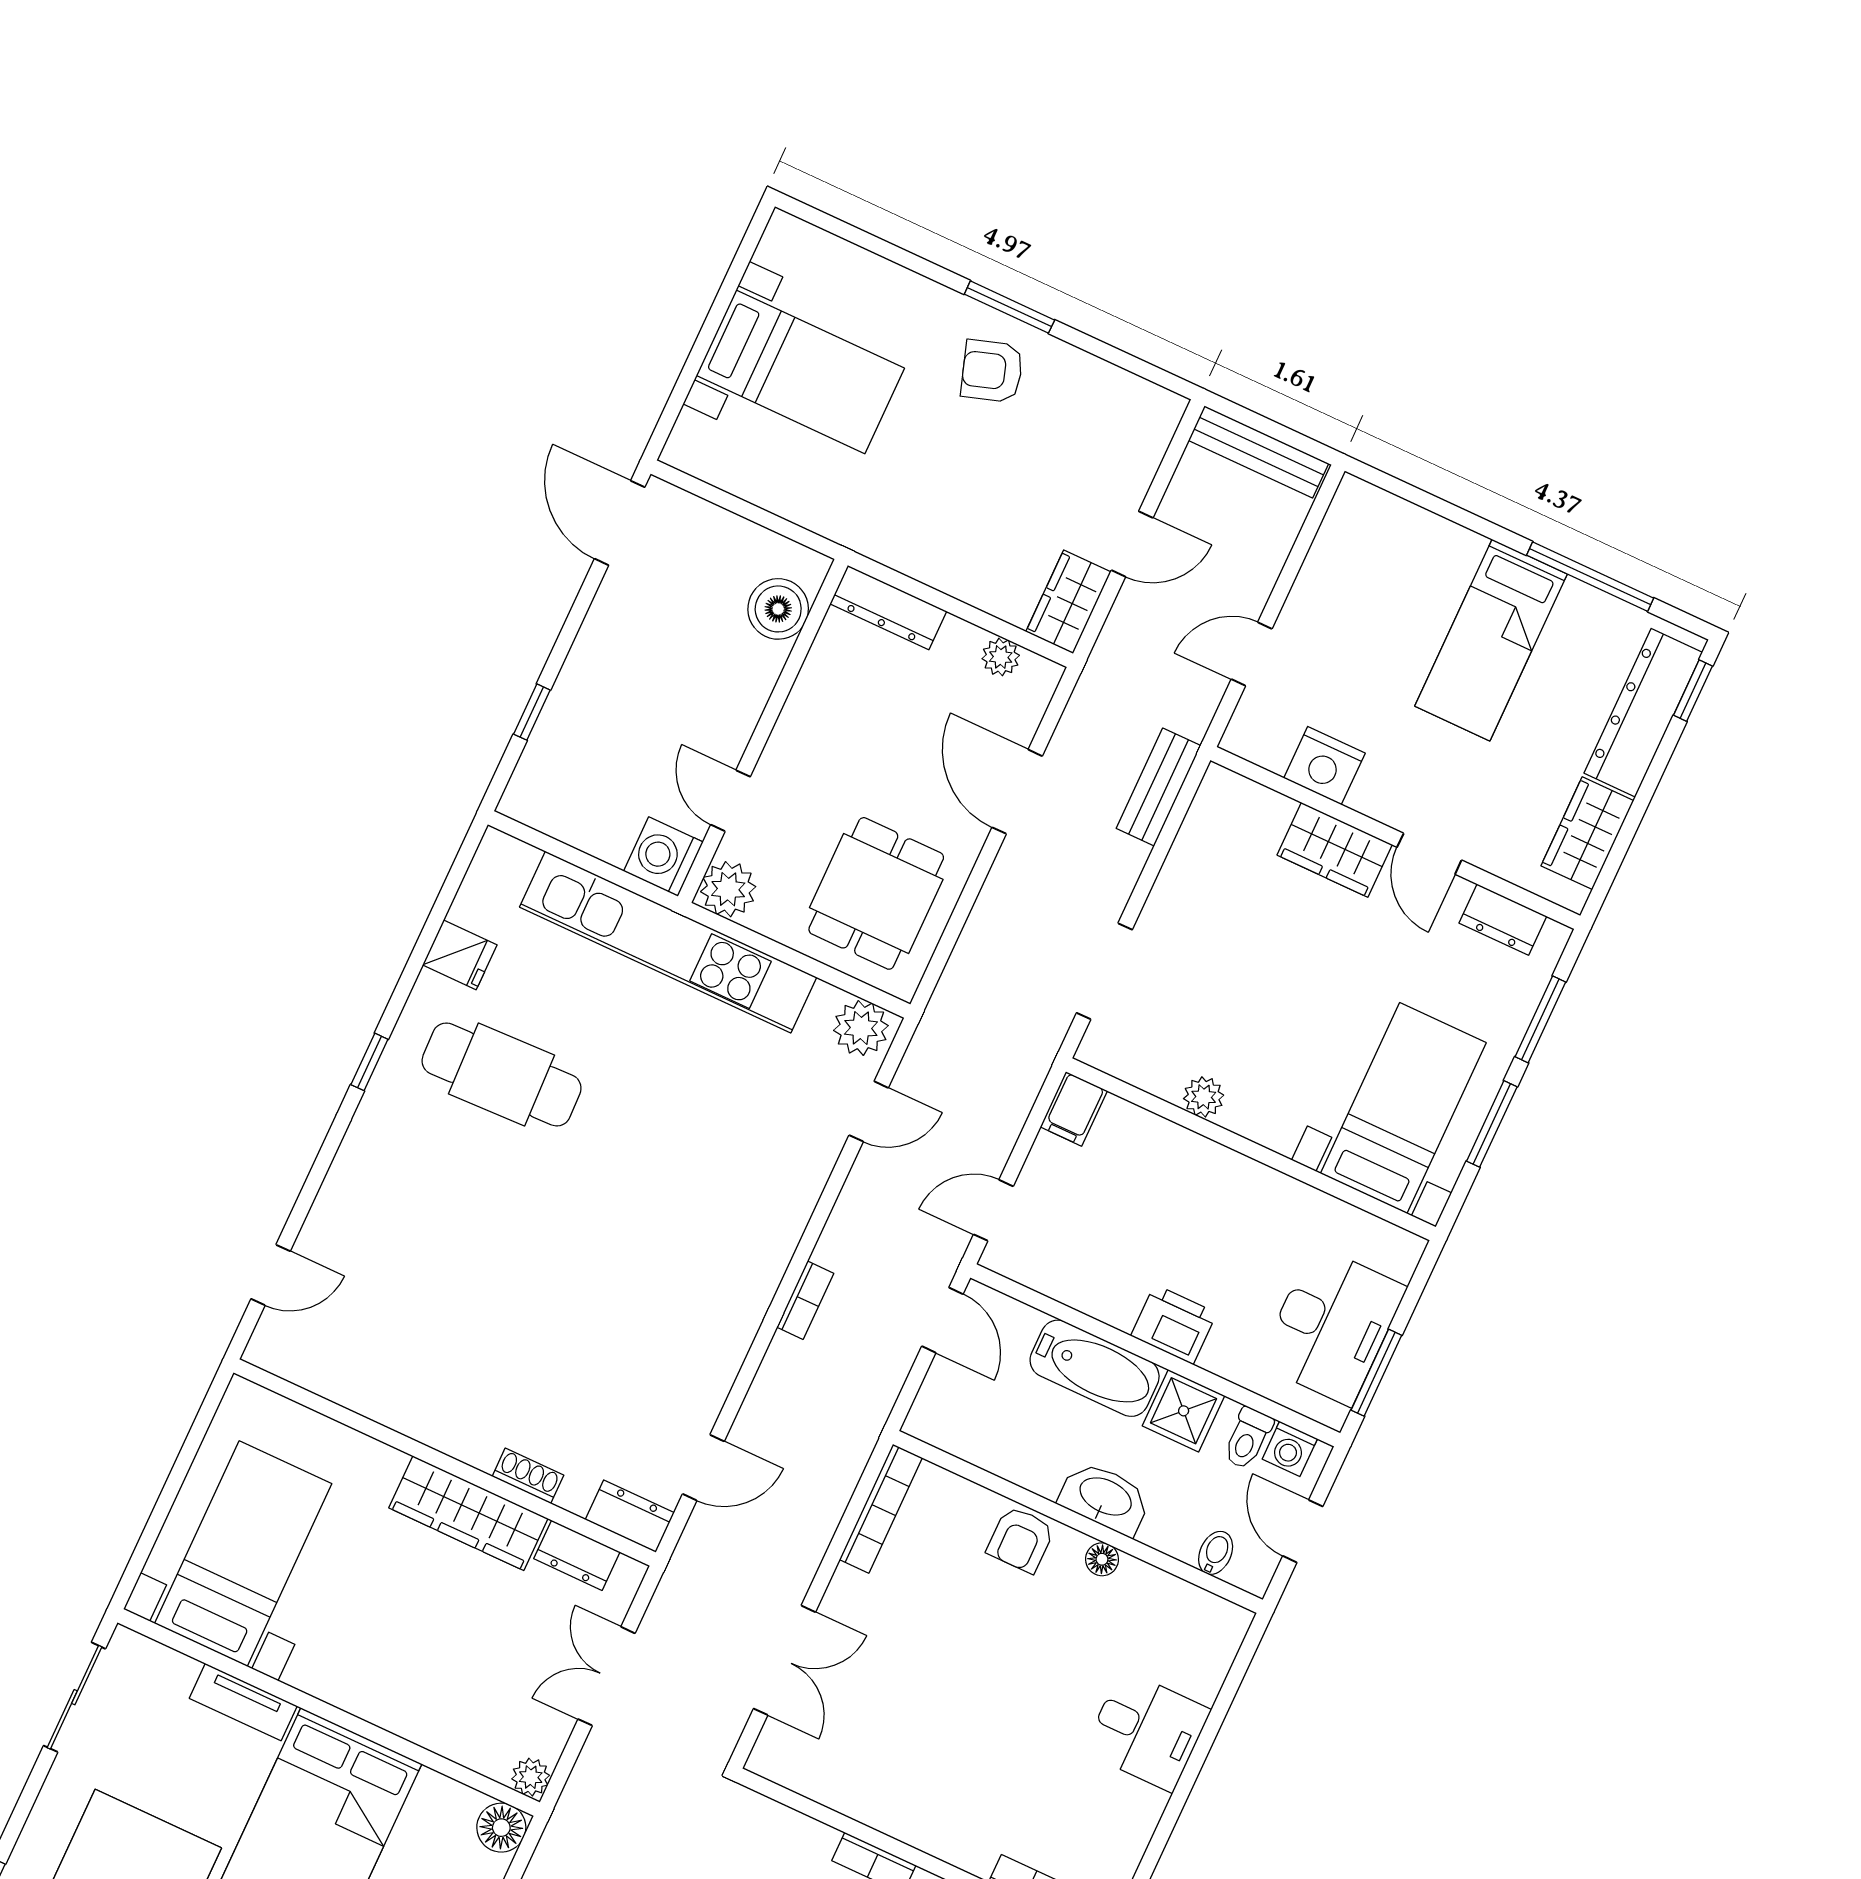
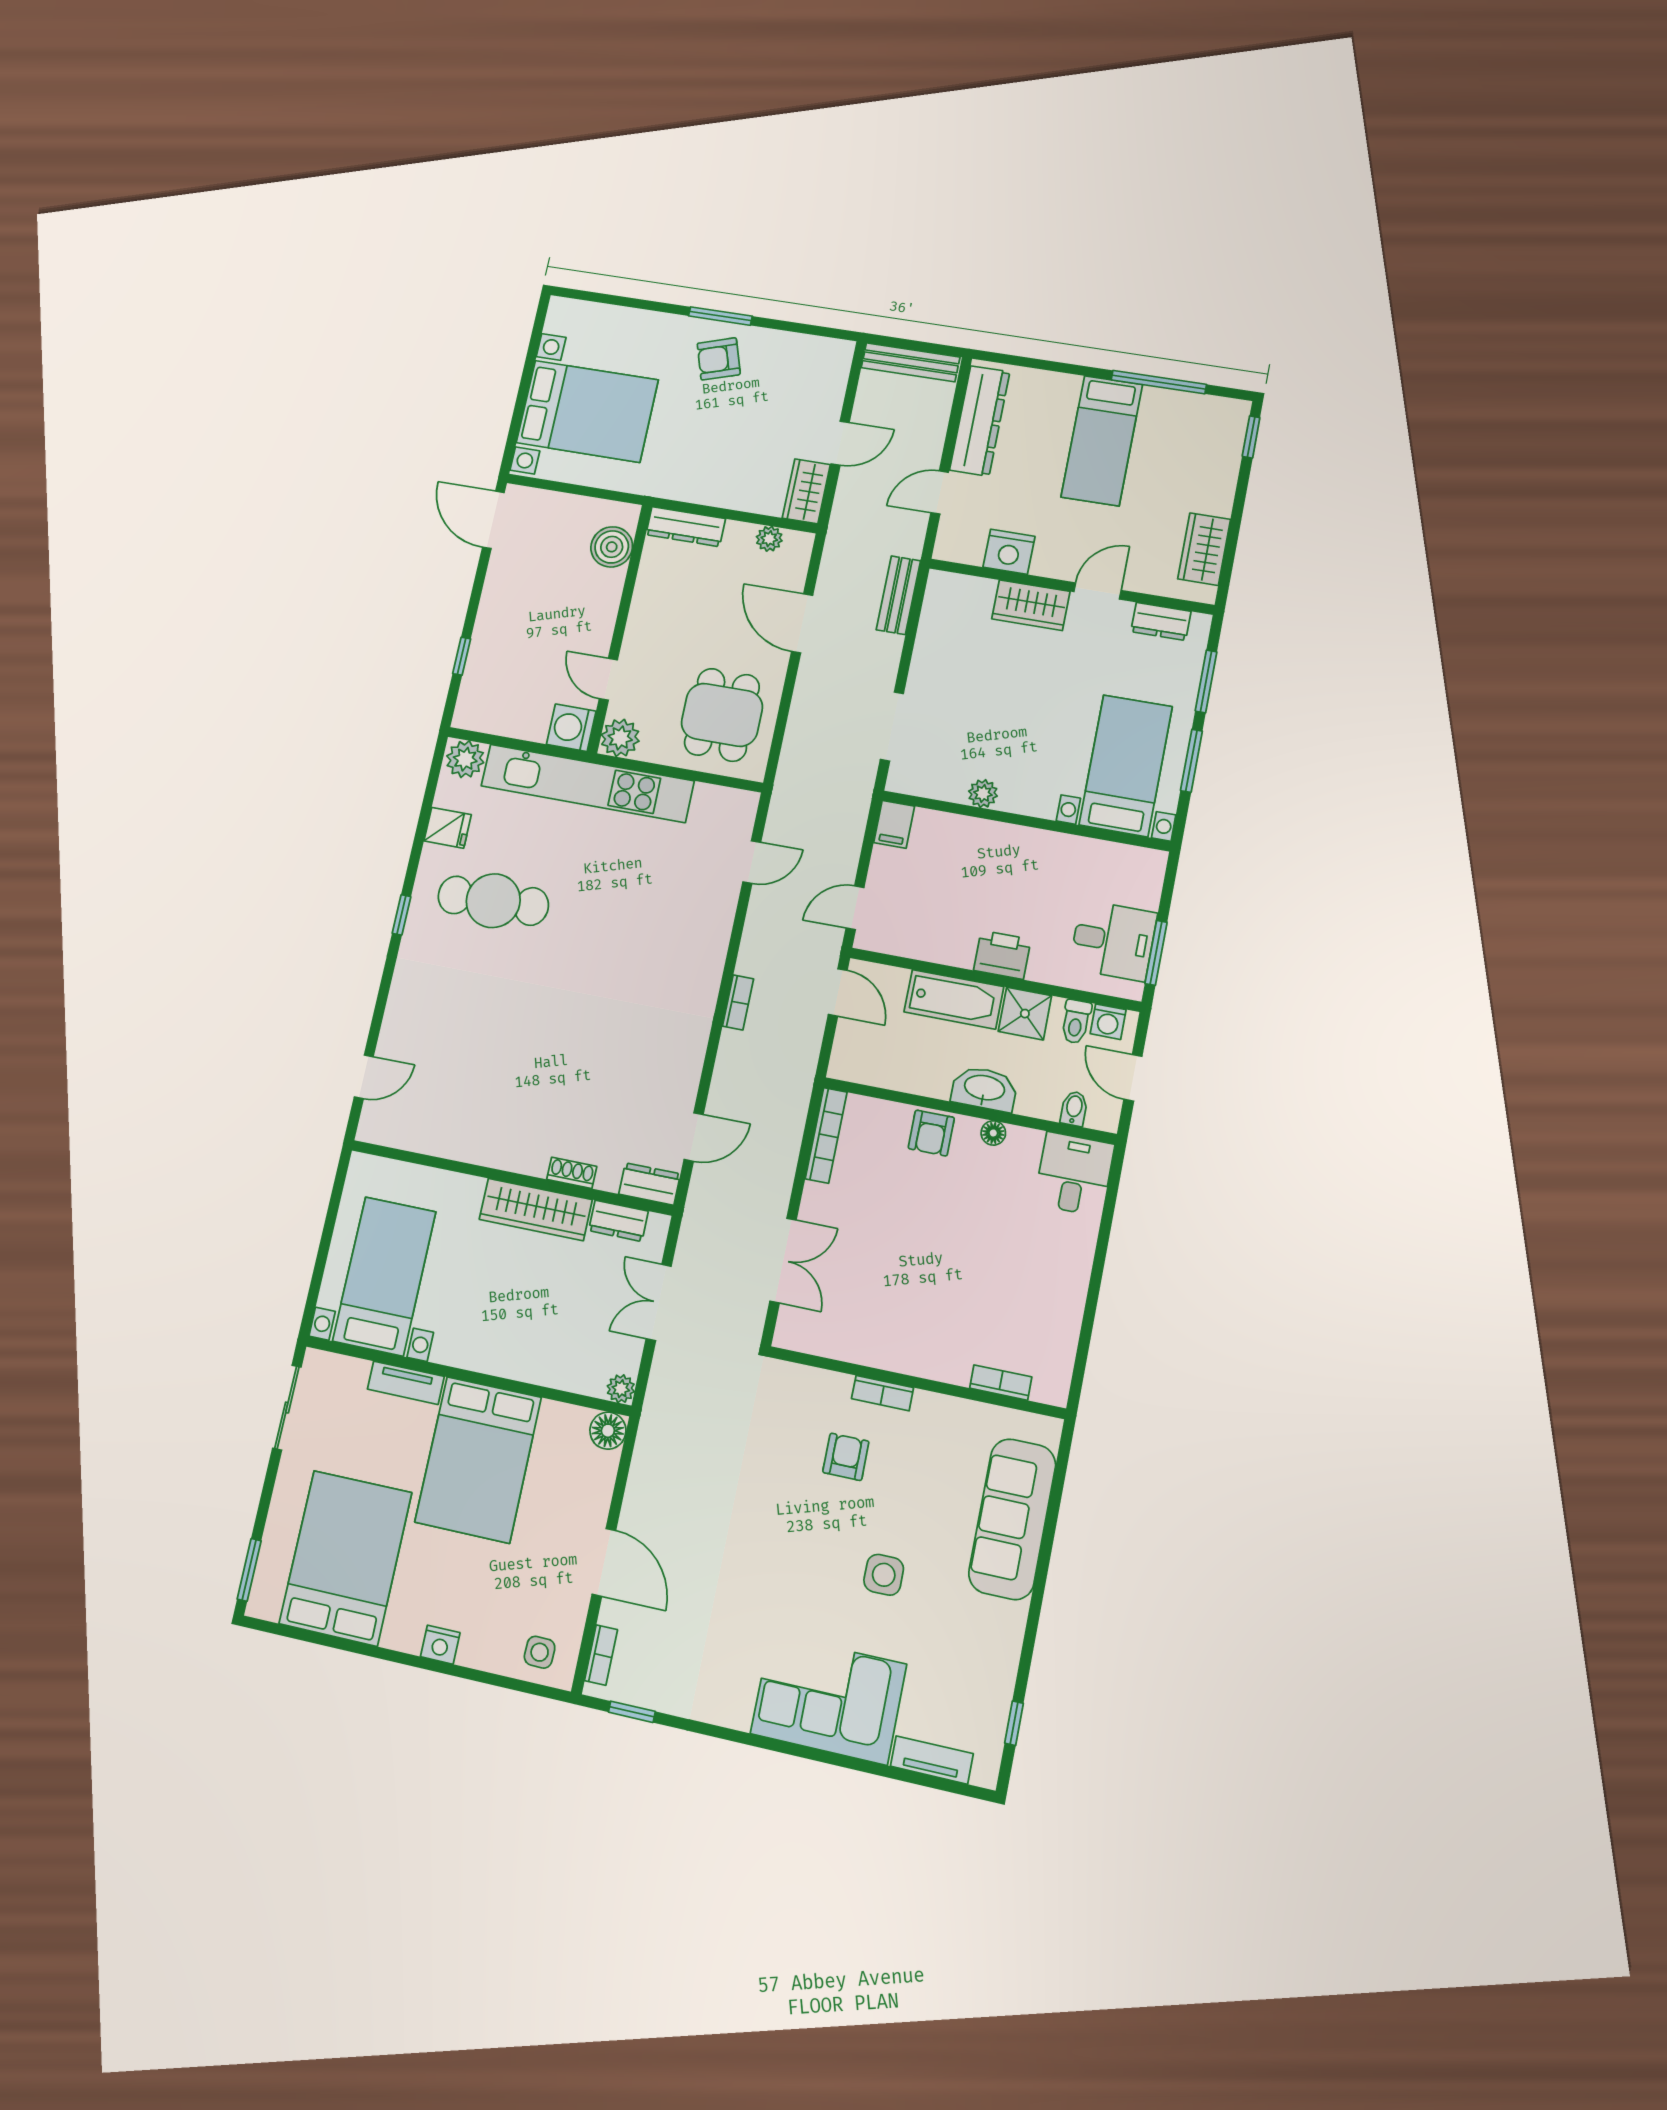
bed with nightstands: (800, 372) -> (587, 411), width x1.36
dresser: (1643, 713) -> (980, 421), moved, turned 180
door: (1429, 854) -> (1097, 591), swing flipped
plant: (861, 1028) -> (465, 759), moved
desk: (1332, 1325) -> (1113, 941), width x0.73
desk: (1147, 1731) -> (1074, 1174), moved, turned -90

